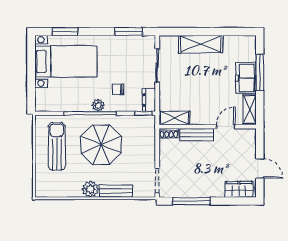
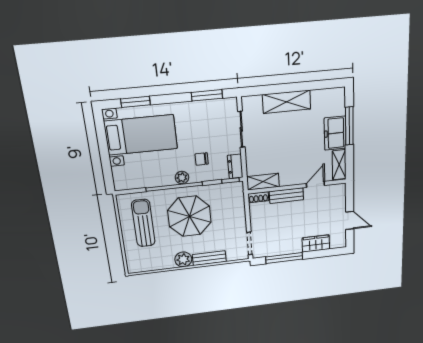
wardrobe: (239, 189) -> (316, 244), moved

